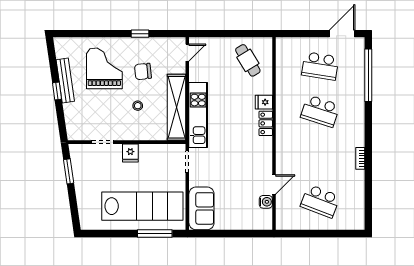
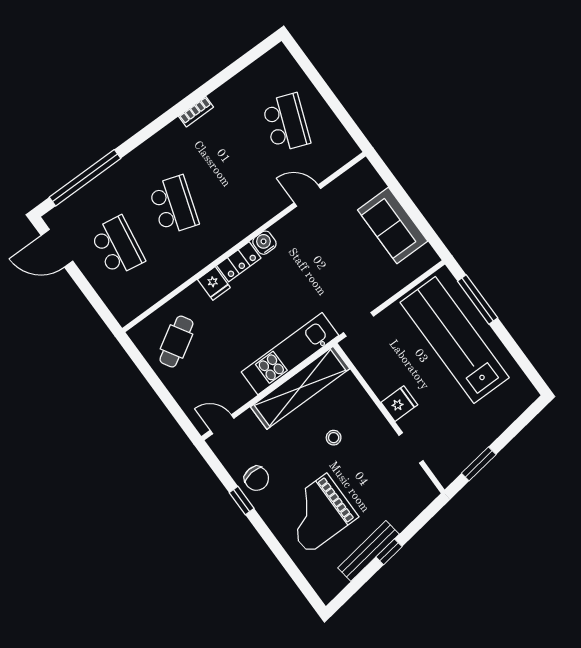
chair: (143, 71) -> (257, 478), moved
water cooler: (266, 202) -> (264, 243), moved
sofa: (201, 208) -> (393, 225), moved, turned -90

